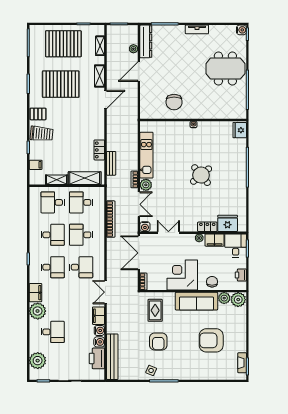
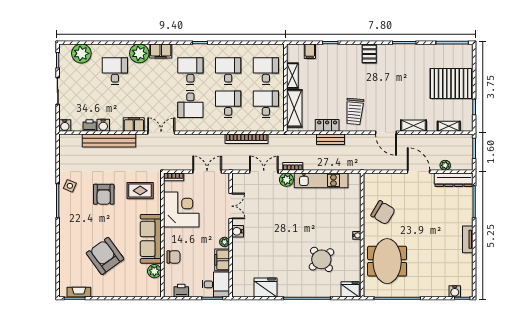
water cooler: (241, 30) -> (455, 291), moved
pallet: (63, 44) -> (451, 83), turned 90
meeting table: (225, 69) -> (387, 261), moved
pallet: (61, 84) -> (404, 80), removed
chair: (174, 102) -> (383, 213), turned -149
trolley: (42, 134) -> (354, 111), moved
bench: (111, 163) -> (330, 139), moved
round table: (201, 175) -> (321, 259), moved
double door: (139, 204) -> (264, 172), swing flipped
fridge: (228, 223) -> (266, 287), moved, turned -90
water cooler: (145, 227) -> (238, 231), moved
locker: (207, 227) -> (237, 251), removed
desk: (53, 235) -> (228, 71), turned 180
double door: (139, 253) -> (207, 172), width x0.73
desk: (53, 267) -> (190, 71), turned 180
corner desk: (182, 275) -> (181, 210), moved
plant: (238, 300) -> (153, 288), removed
water cooler: (99, 330) -> (65, 126), moved
desk: (53, 332) -> (115, 71), turned 180
armchair: (211, 340) -> (105, 256), turned -36
armchair: (158, 341) -> (104, 194), turned -90
bench: (112, 357) -> (109, 140), moved
printer: (97, 358) -> (90, 126), width x0.53, depth x0.68

